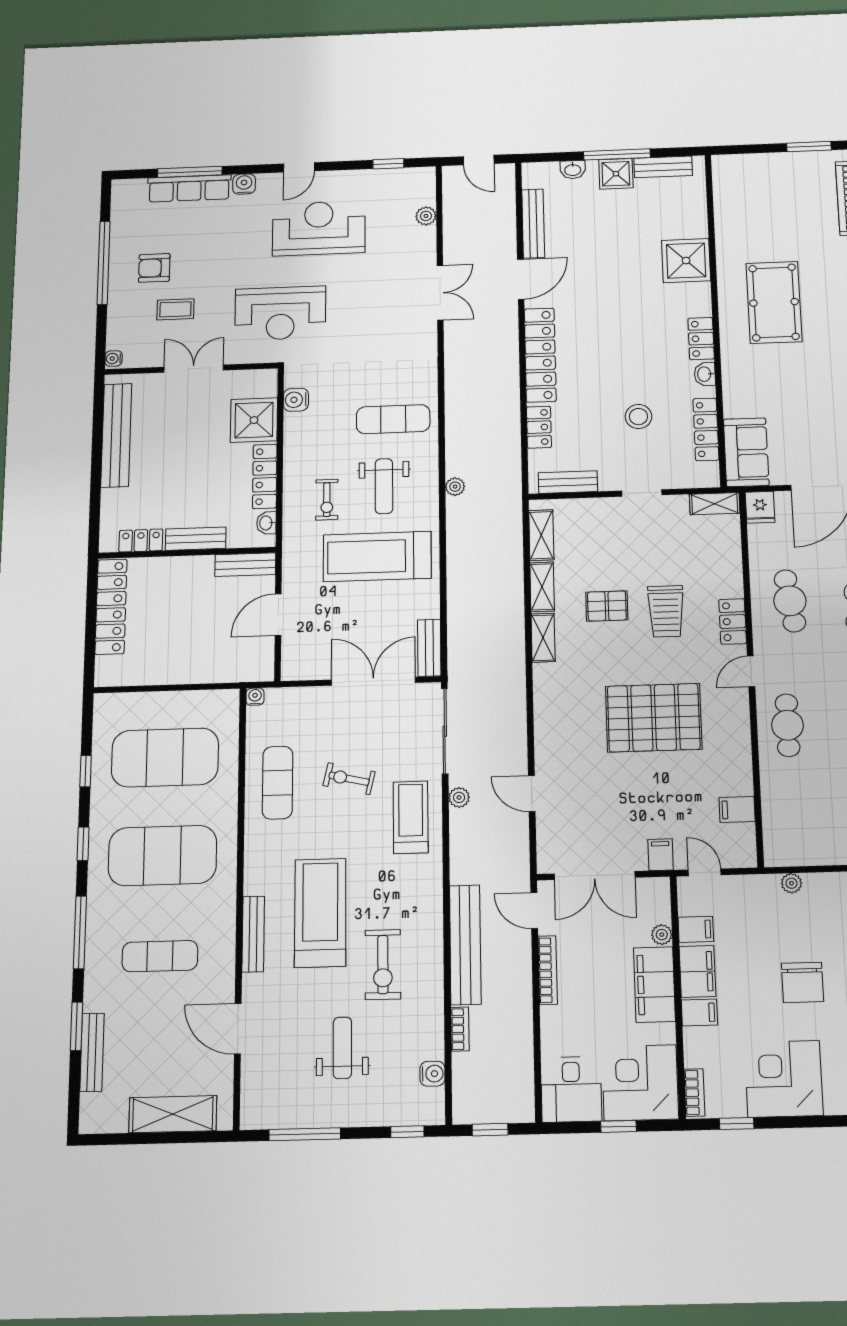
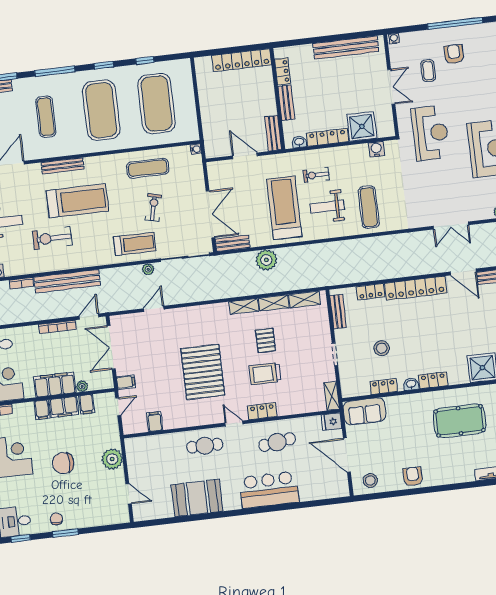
reception desk: (280, 313) -> (430, 133), turned 180
locker: (706, 429) -> (384, 387), width x0.66
plant: (455, 487) -> (266, 260), moved, width x1.88, depth x1.88
plant: (791, 883) -> (112, 459), width x1.87, depth x1.87

